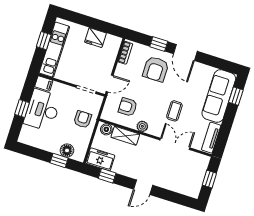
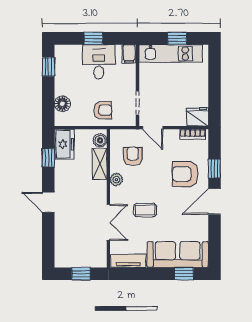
fridge: (95, 38) -> (198, 117), moved, turned 90
desk: (42, 110) -> (99, 62), width x0.73
window: (59, 160) -> (48, 67), moved

